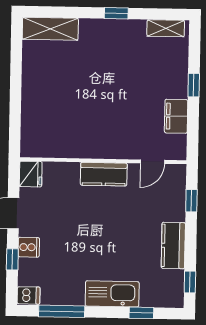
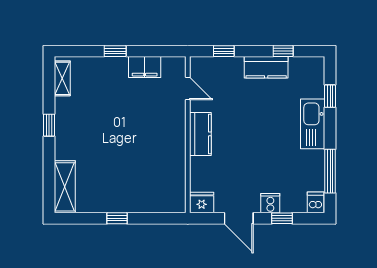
window: (16, 84) -> (117, 218), added
window: (190, 282) -> (283, 51), moved

